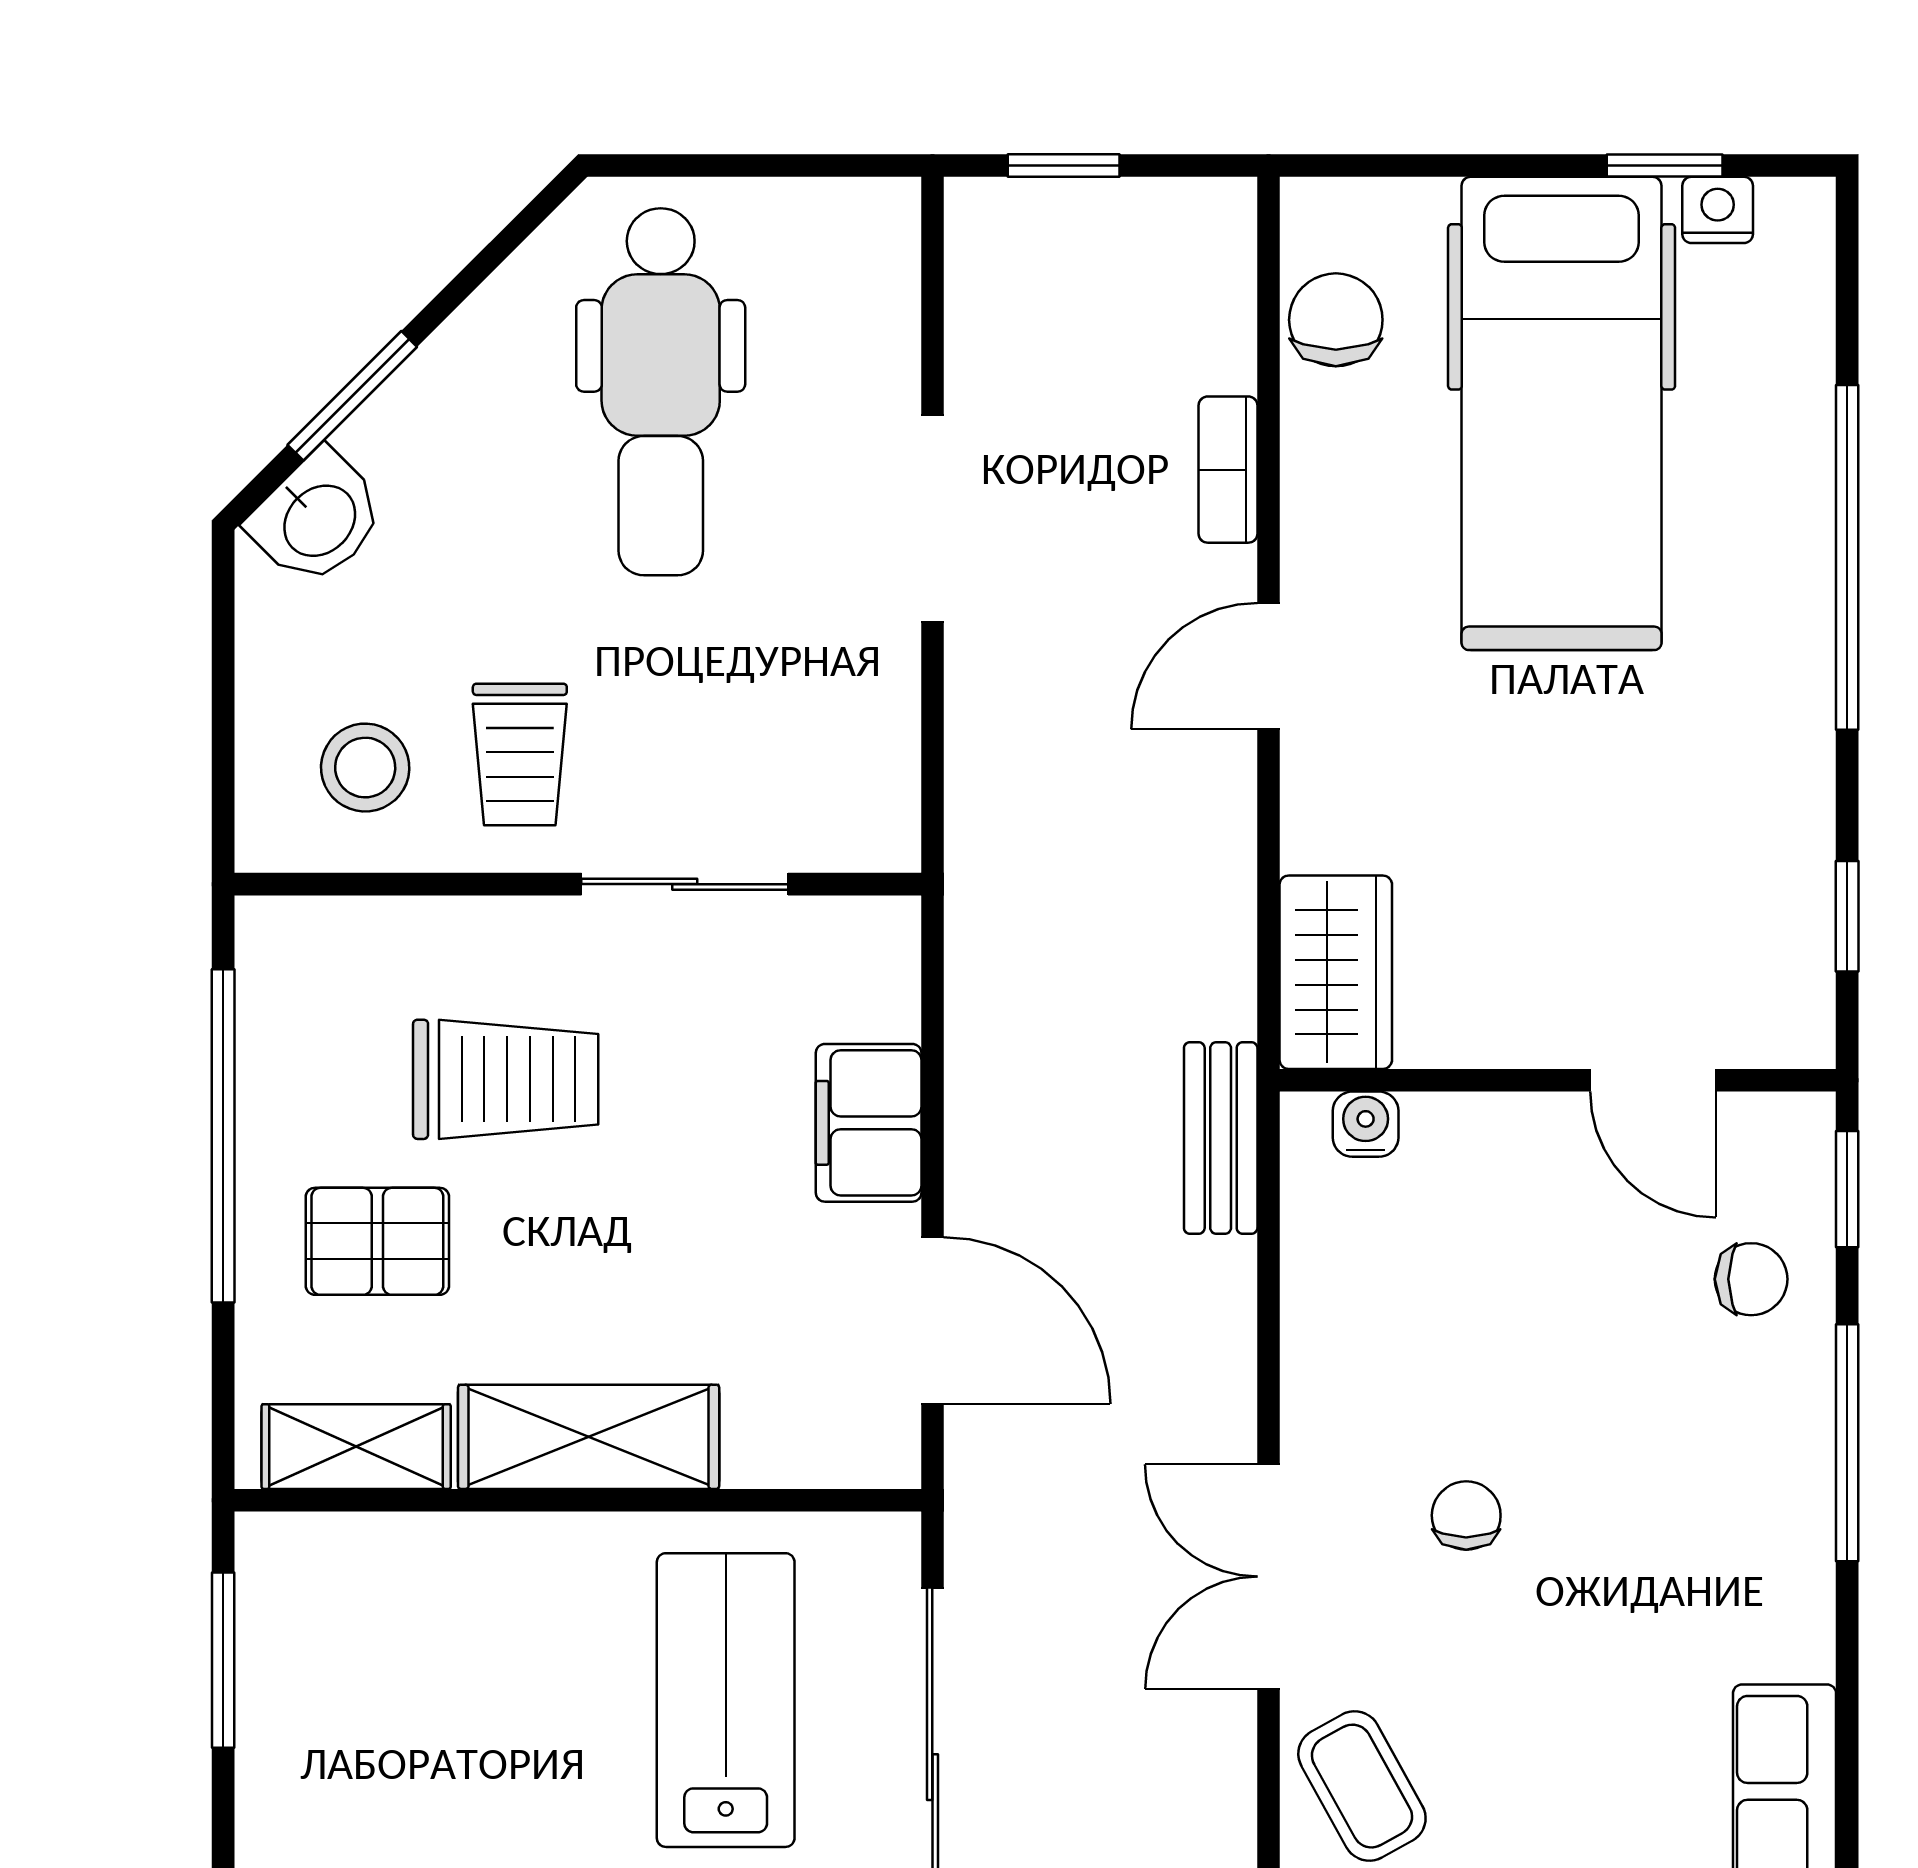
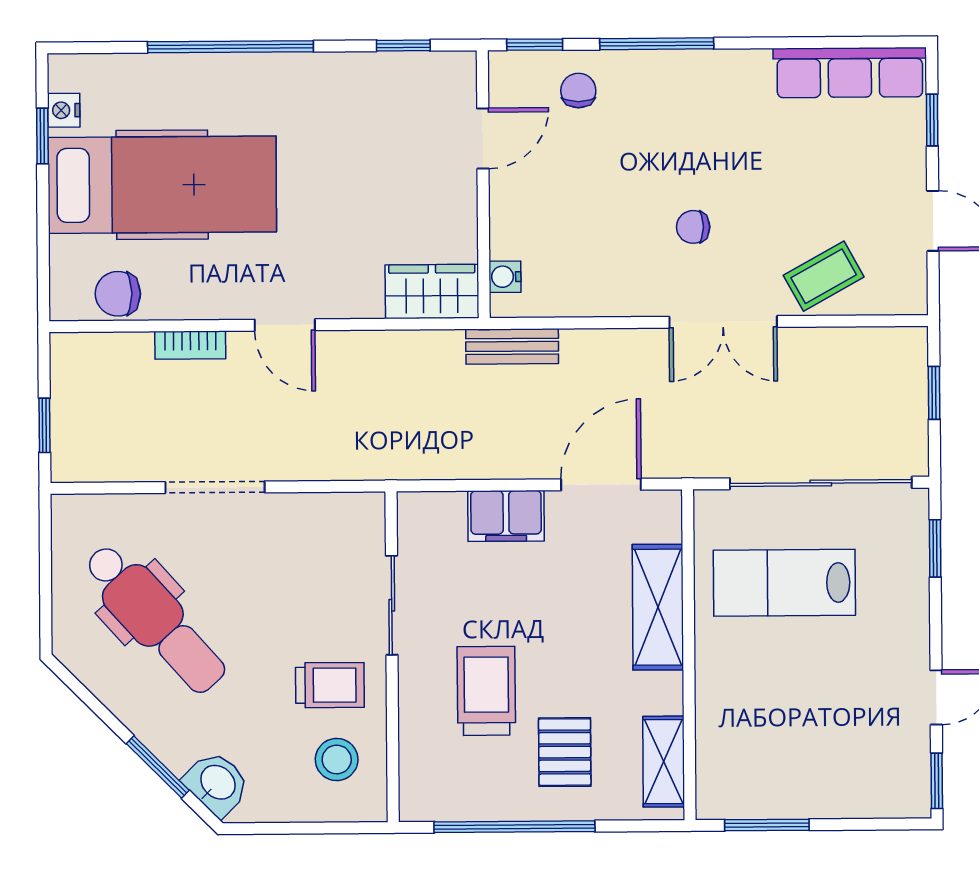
dental chair: (661, 392) -> (155, 619), turned 48
shelving: (589, 1437) -> (658, 607), moved

